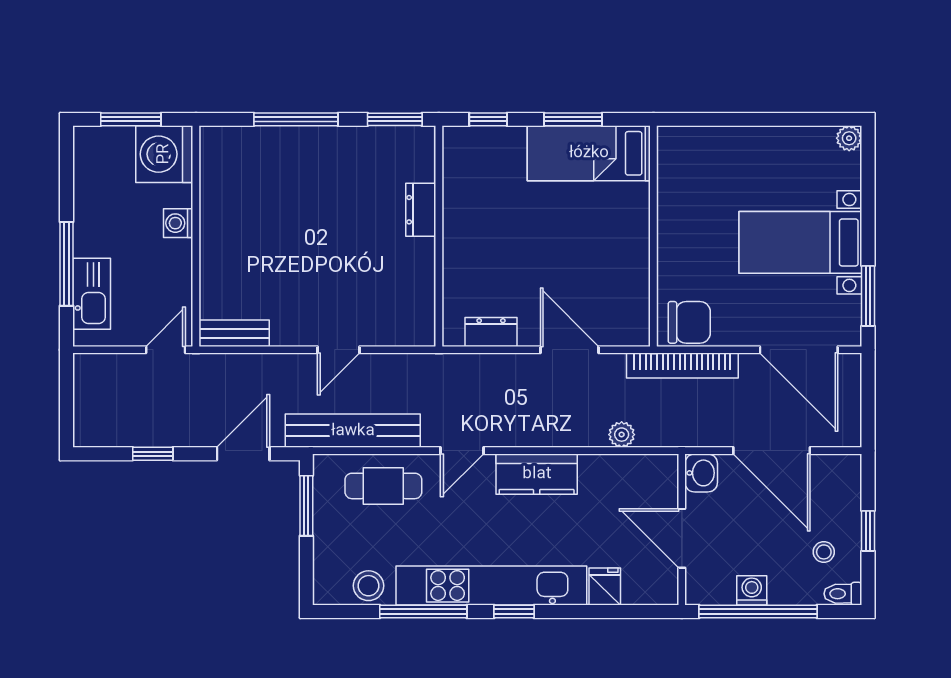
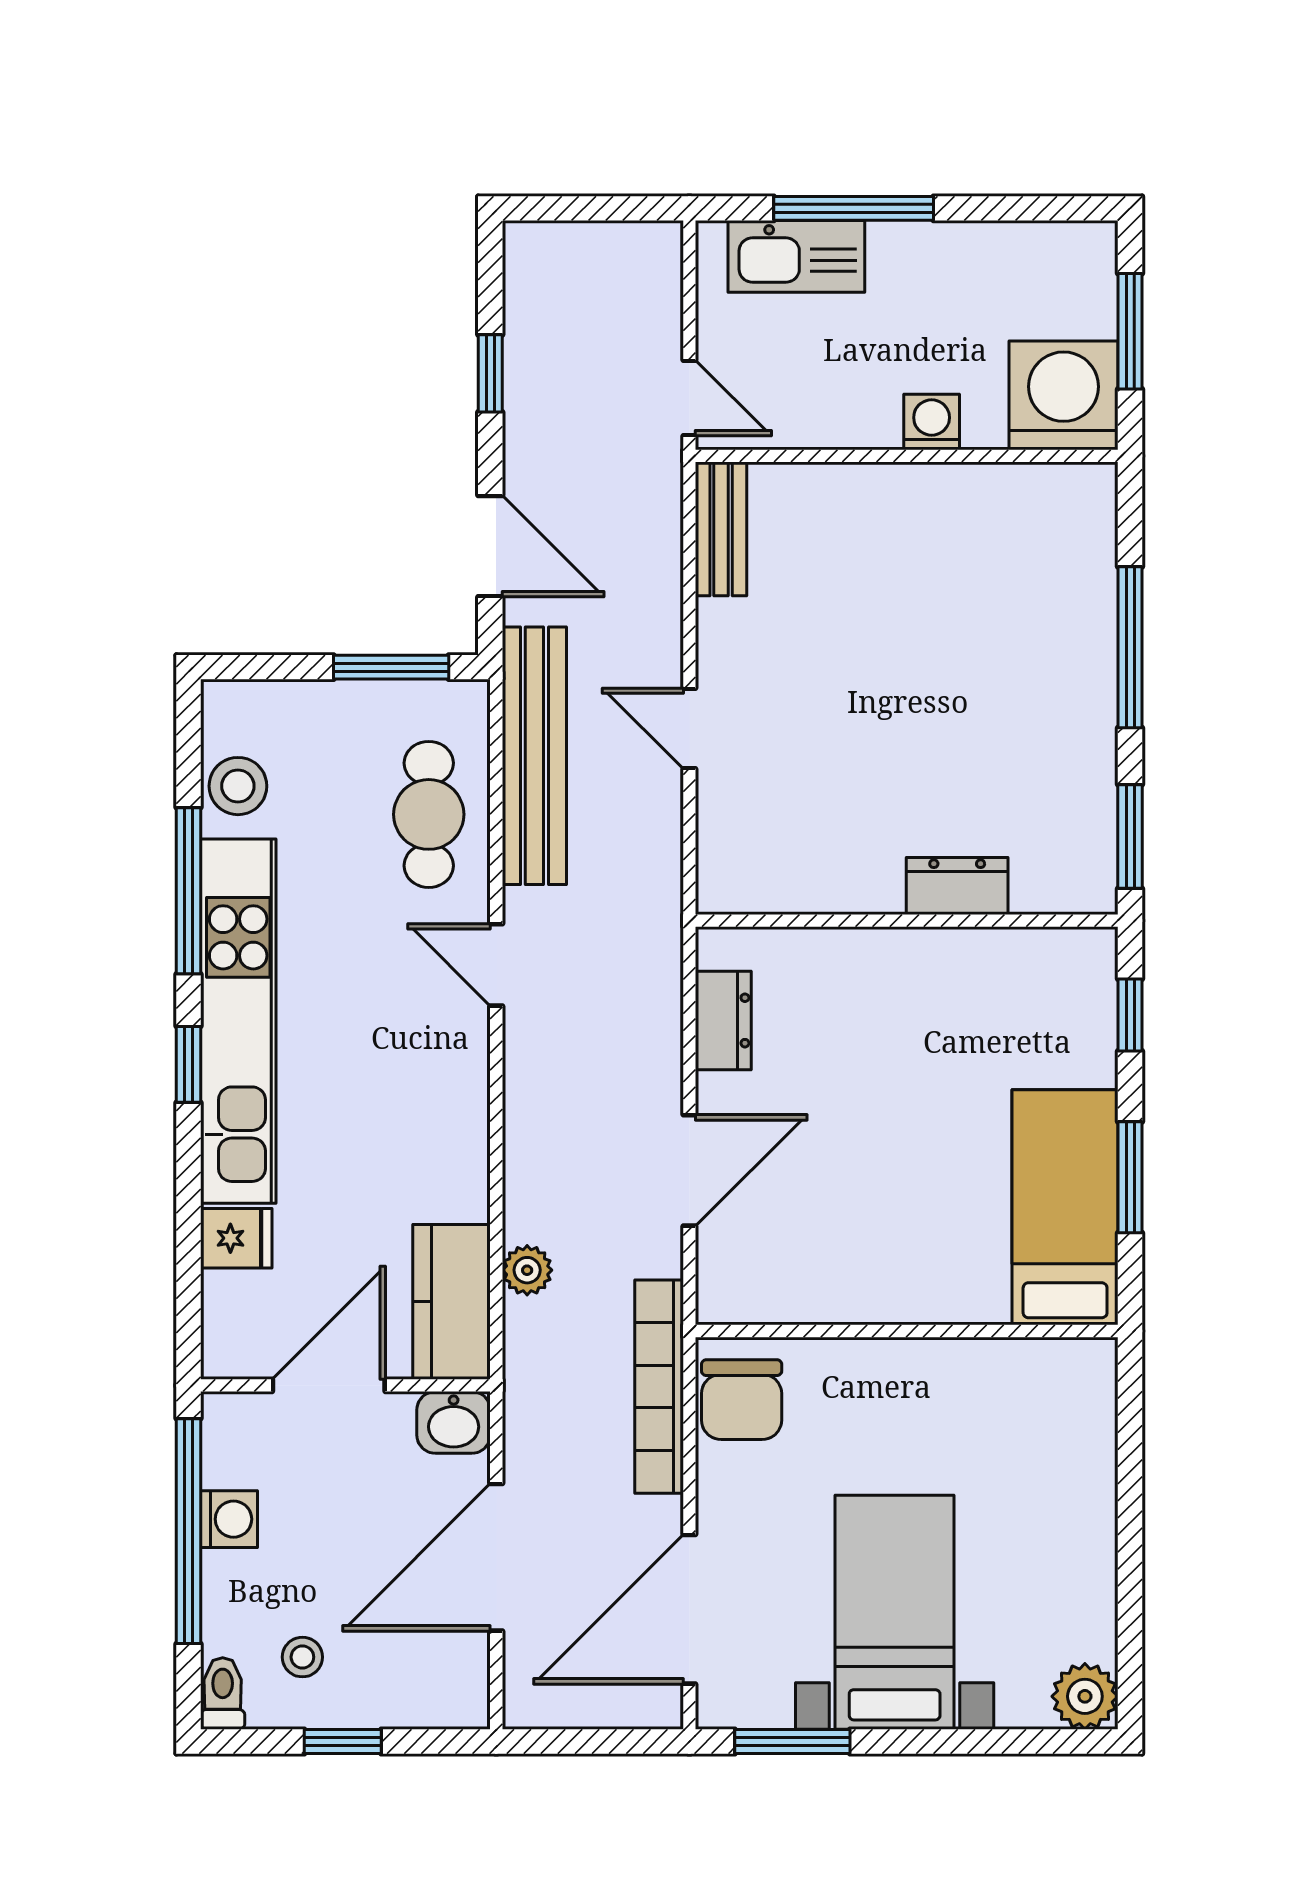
plant: (849, 138) -> (1085, 1696), width x1.38, depth x1.38
kitchen counter: (537, 474) -> (452, 1302), moved

